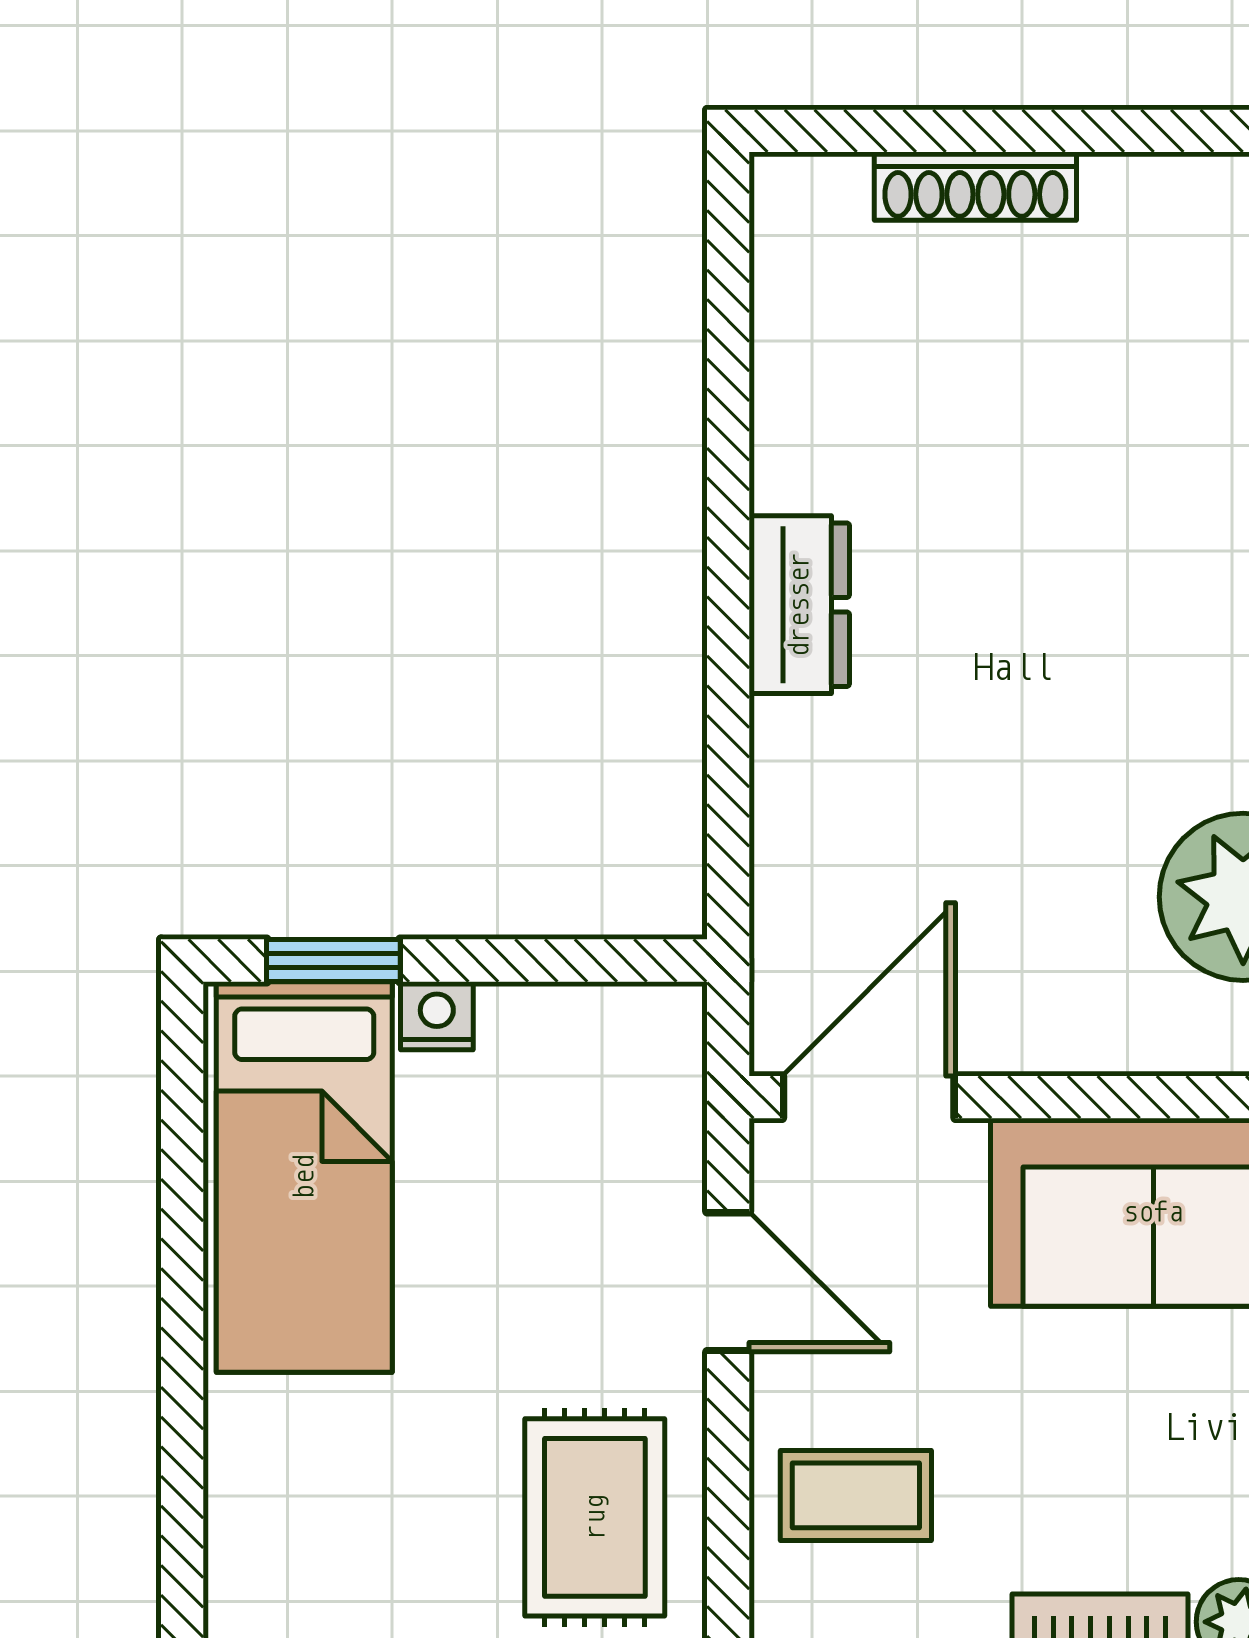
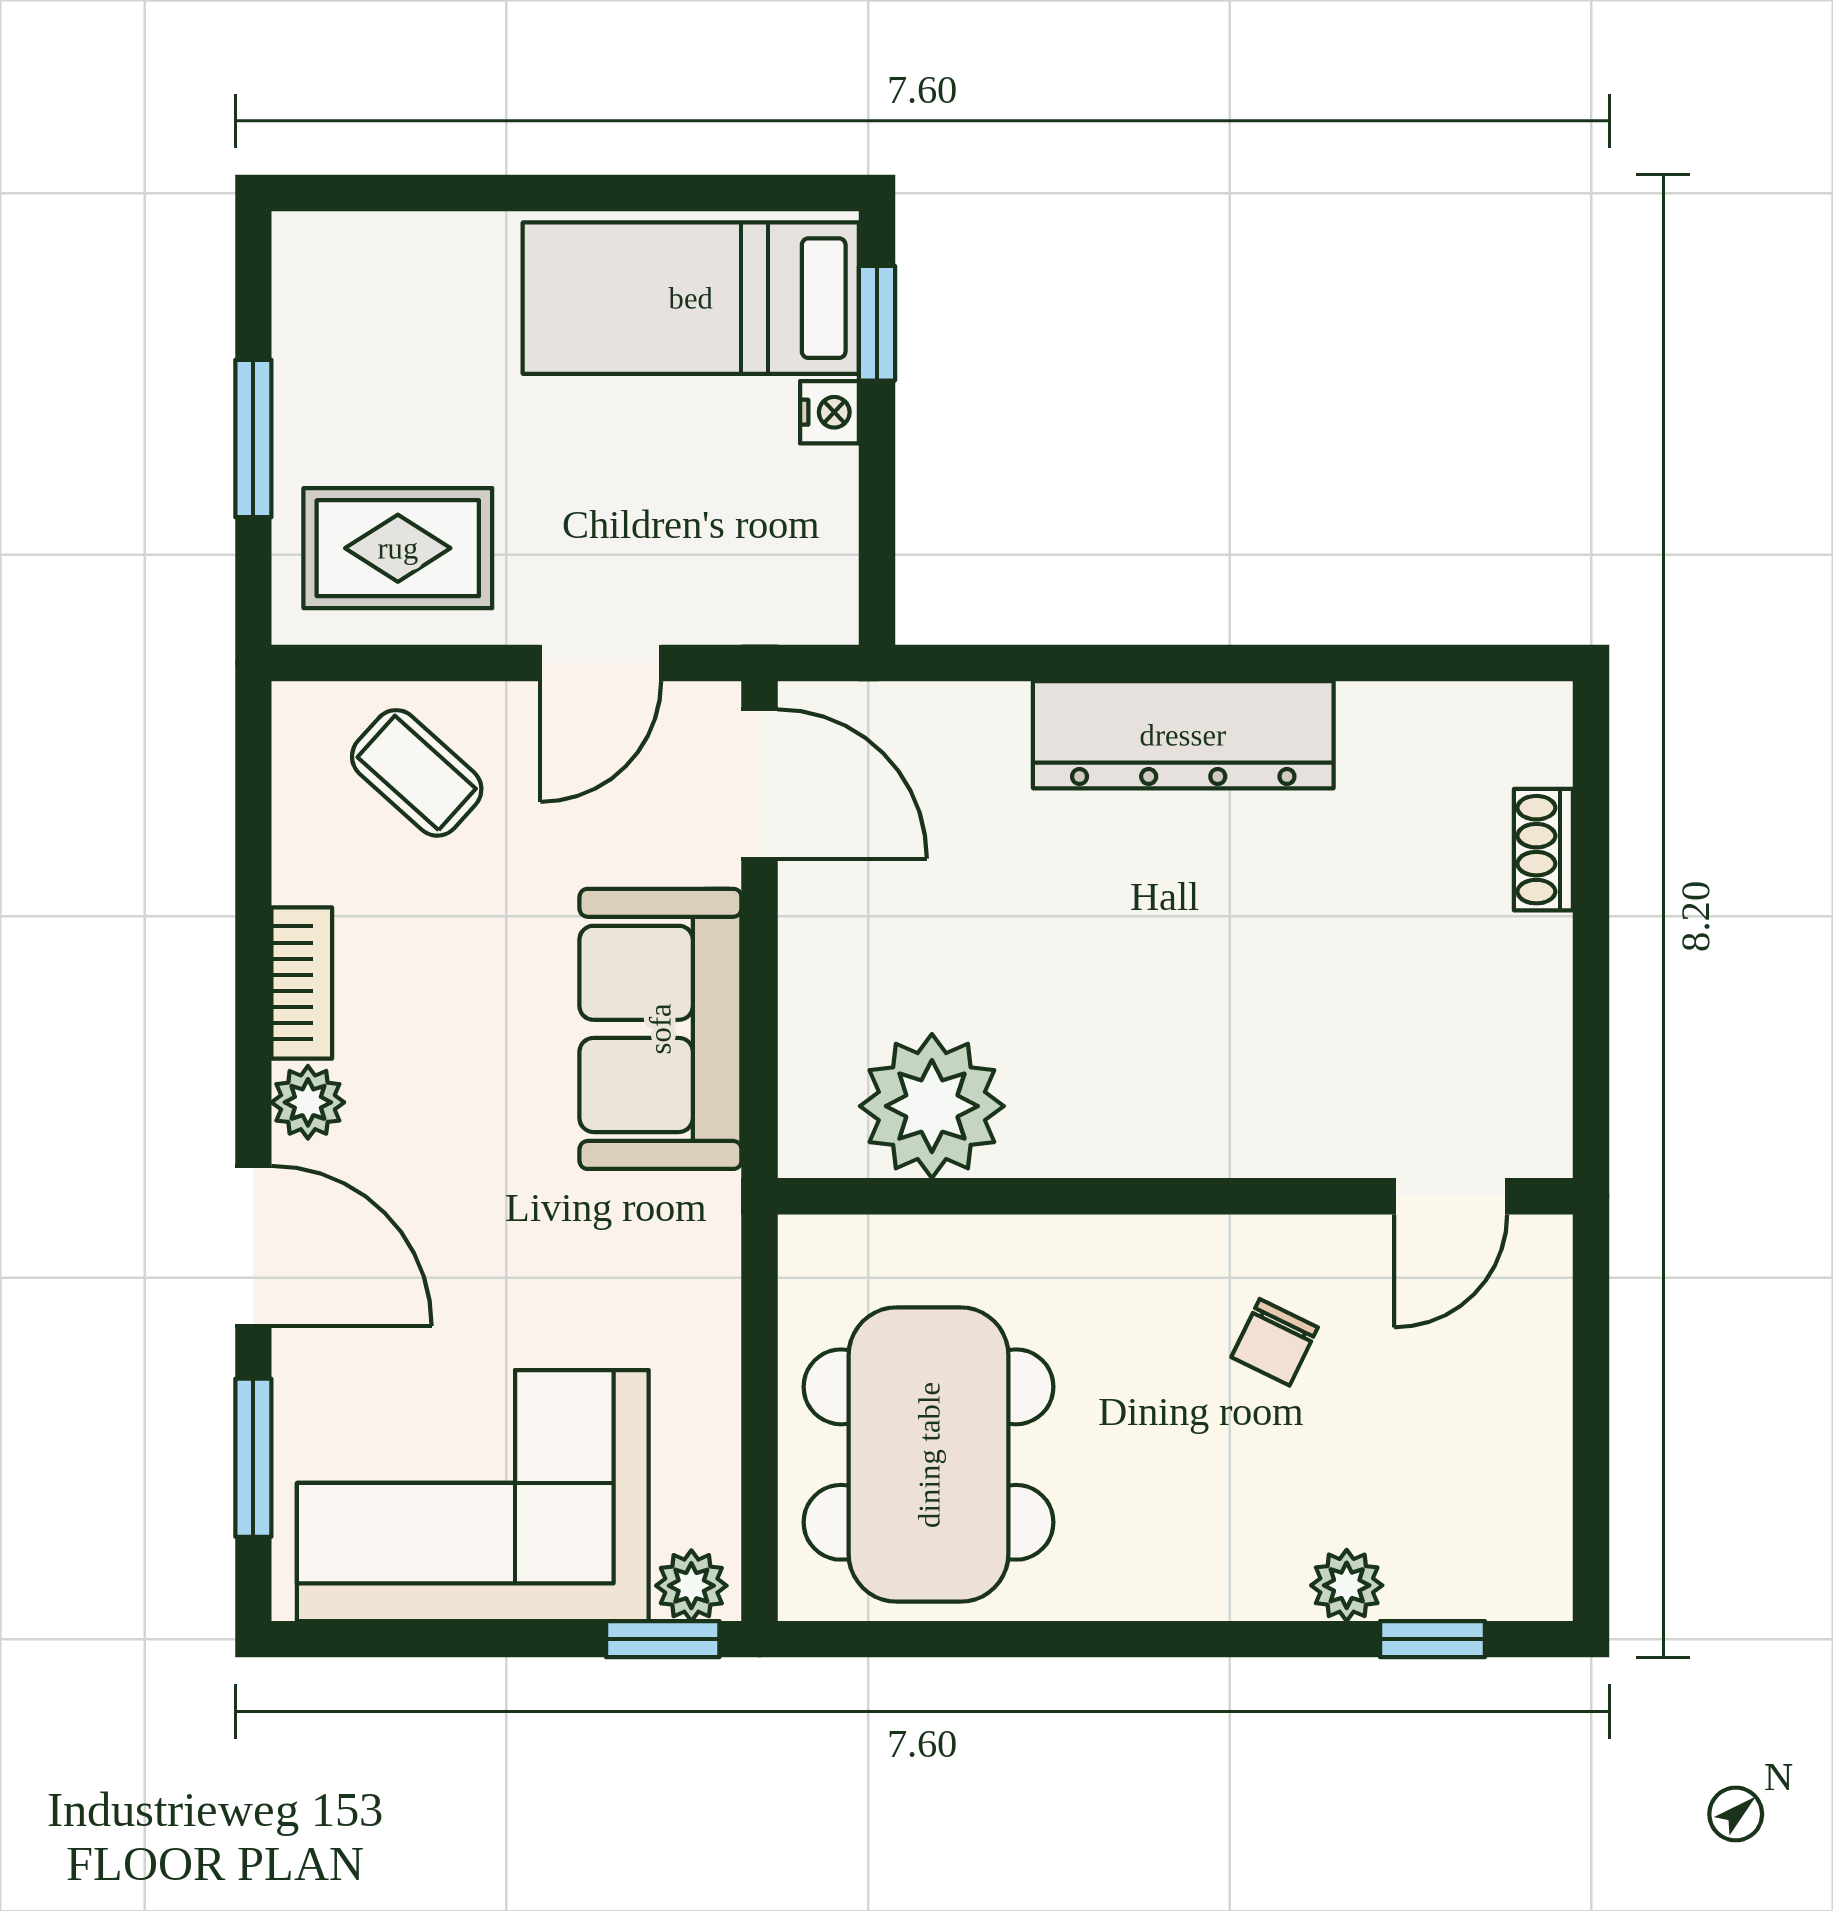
shoe rack: (975, 186) -> (1543, 850), width x0.70
dresser: (799, 605) -> (1183, 735), width x1.96, depth x1.24
coffee table: (856, 1495) -> (417, 773), turned -48

